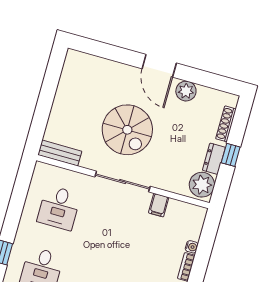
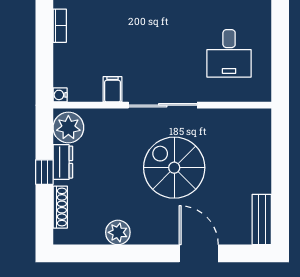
door: (159, 66) -> (199, 253), moved
bench: (60, 153) -> (262, 220), moved, turned 90
desk: (59, 208) -> (229, 53), turned 180
water cooler: (192, 247) -> (60, 95), moved

